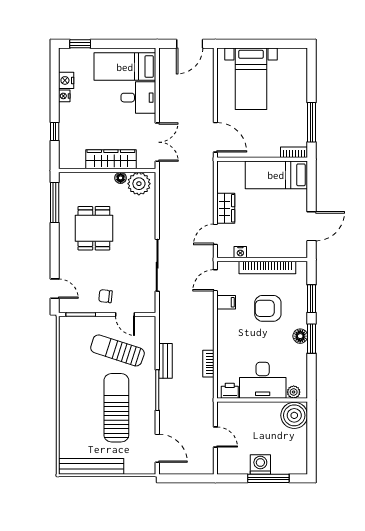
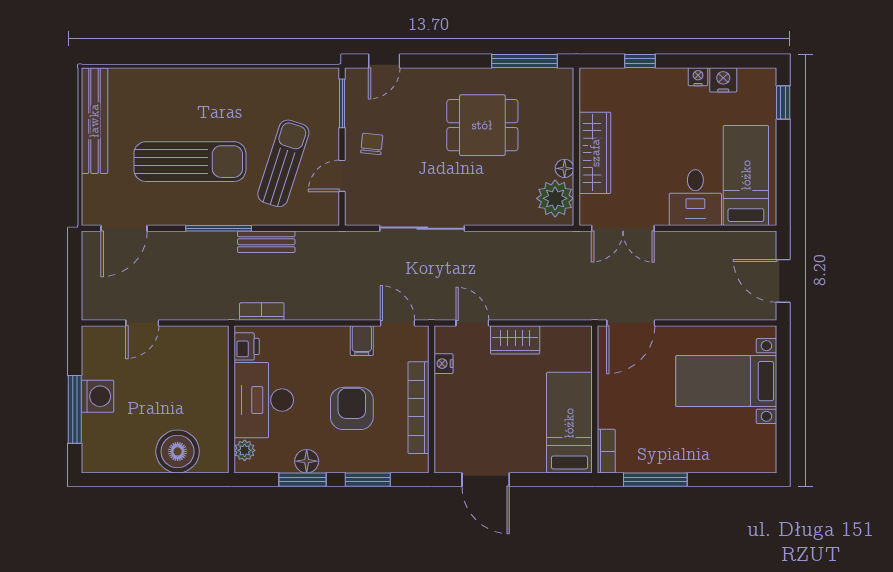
desk: (263, 380) -> (264, 400), moved
printer: (230, 391) -> (247, 346), moved
plant: (294, 392) -> (245, 450), moved
wall: (262, 400) -> (231, 399), moved

